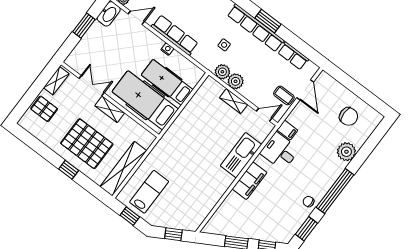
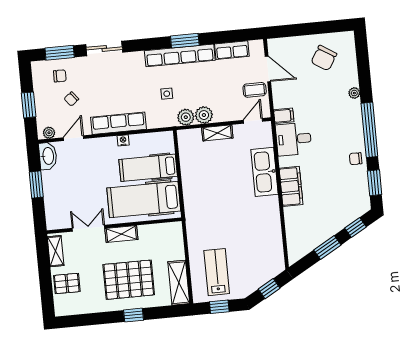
chair: (349, 116) -> (324, 58), turned 124
plant: (346, 152) -> (354, 93), width x0.53, depth x0.53
shelving: (123, 169) -> (179, 283), width x0.68

